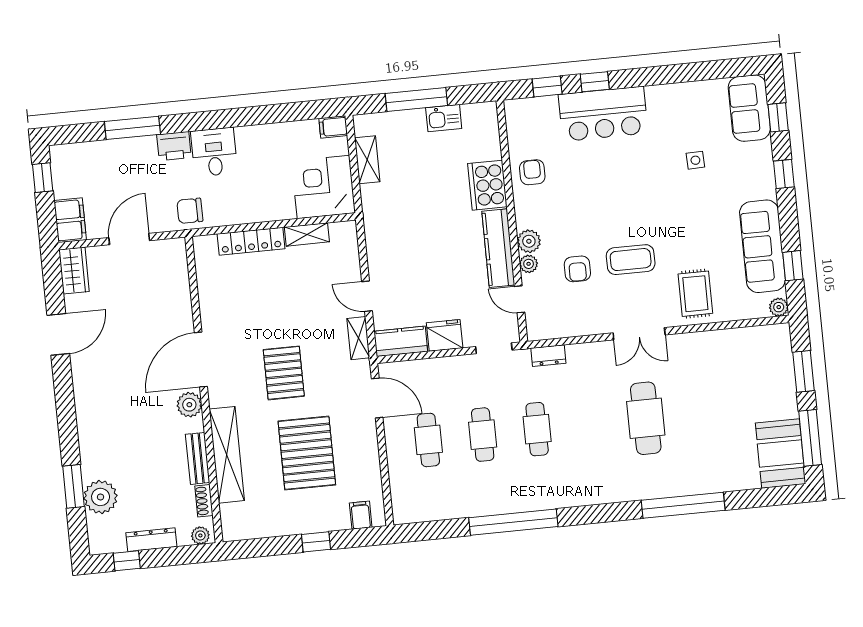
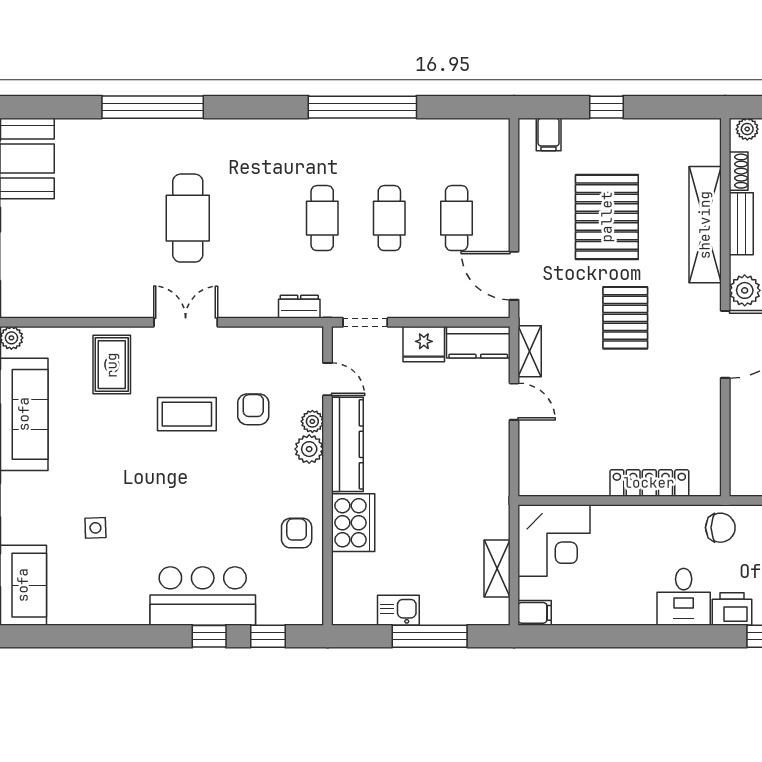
armchair: (532, 172) -> (297, 533), turned 180
shelving: (307, 234) -> (580, 484), removed

